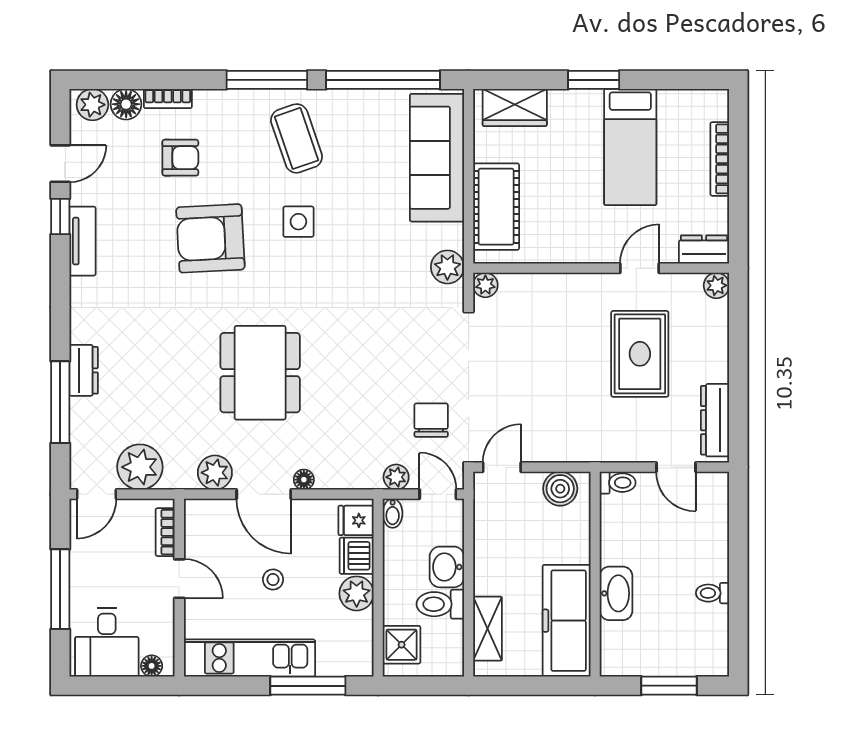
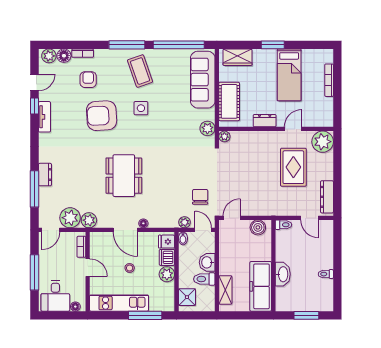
armchair: (180, 158) -> (88, 80), turned -90
dresser: (704, 249) -> (265, 121), moved
plant: (716, 285) -> (323, 142), width x1.87, depth x1.87
plant: (215, 473) -> (89, 220), moved

